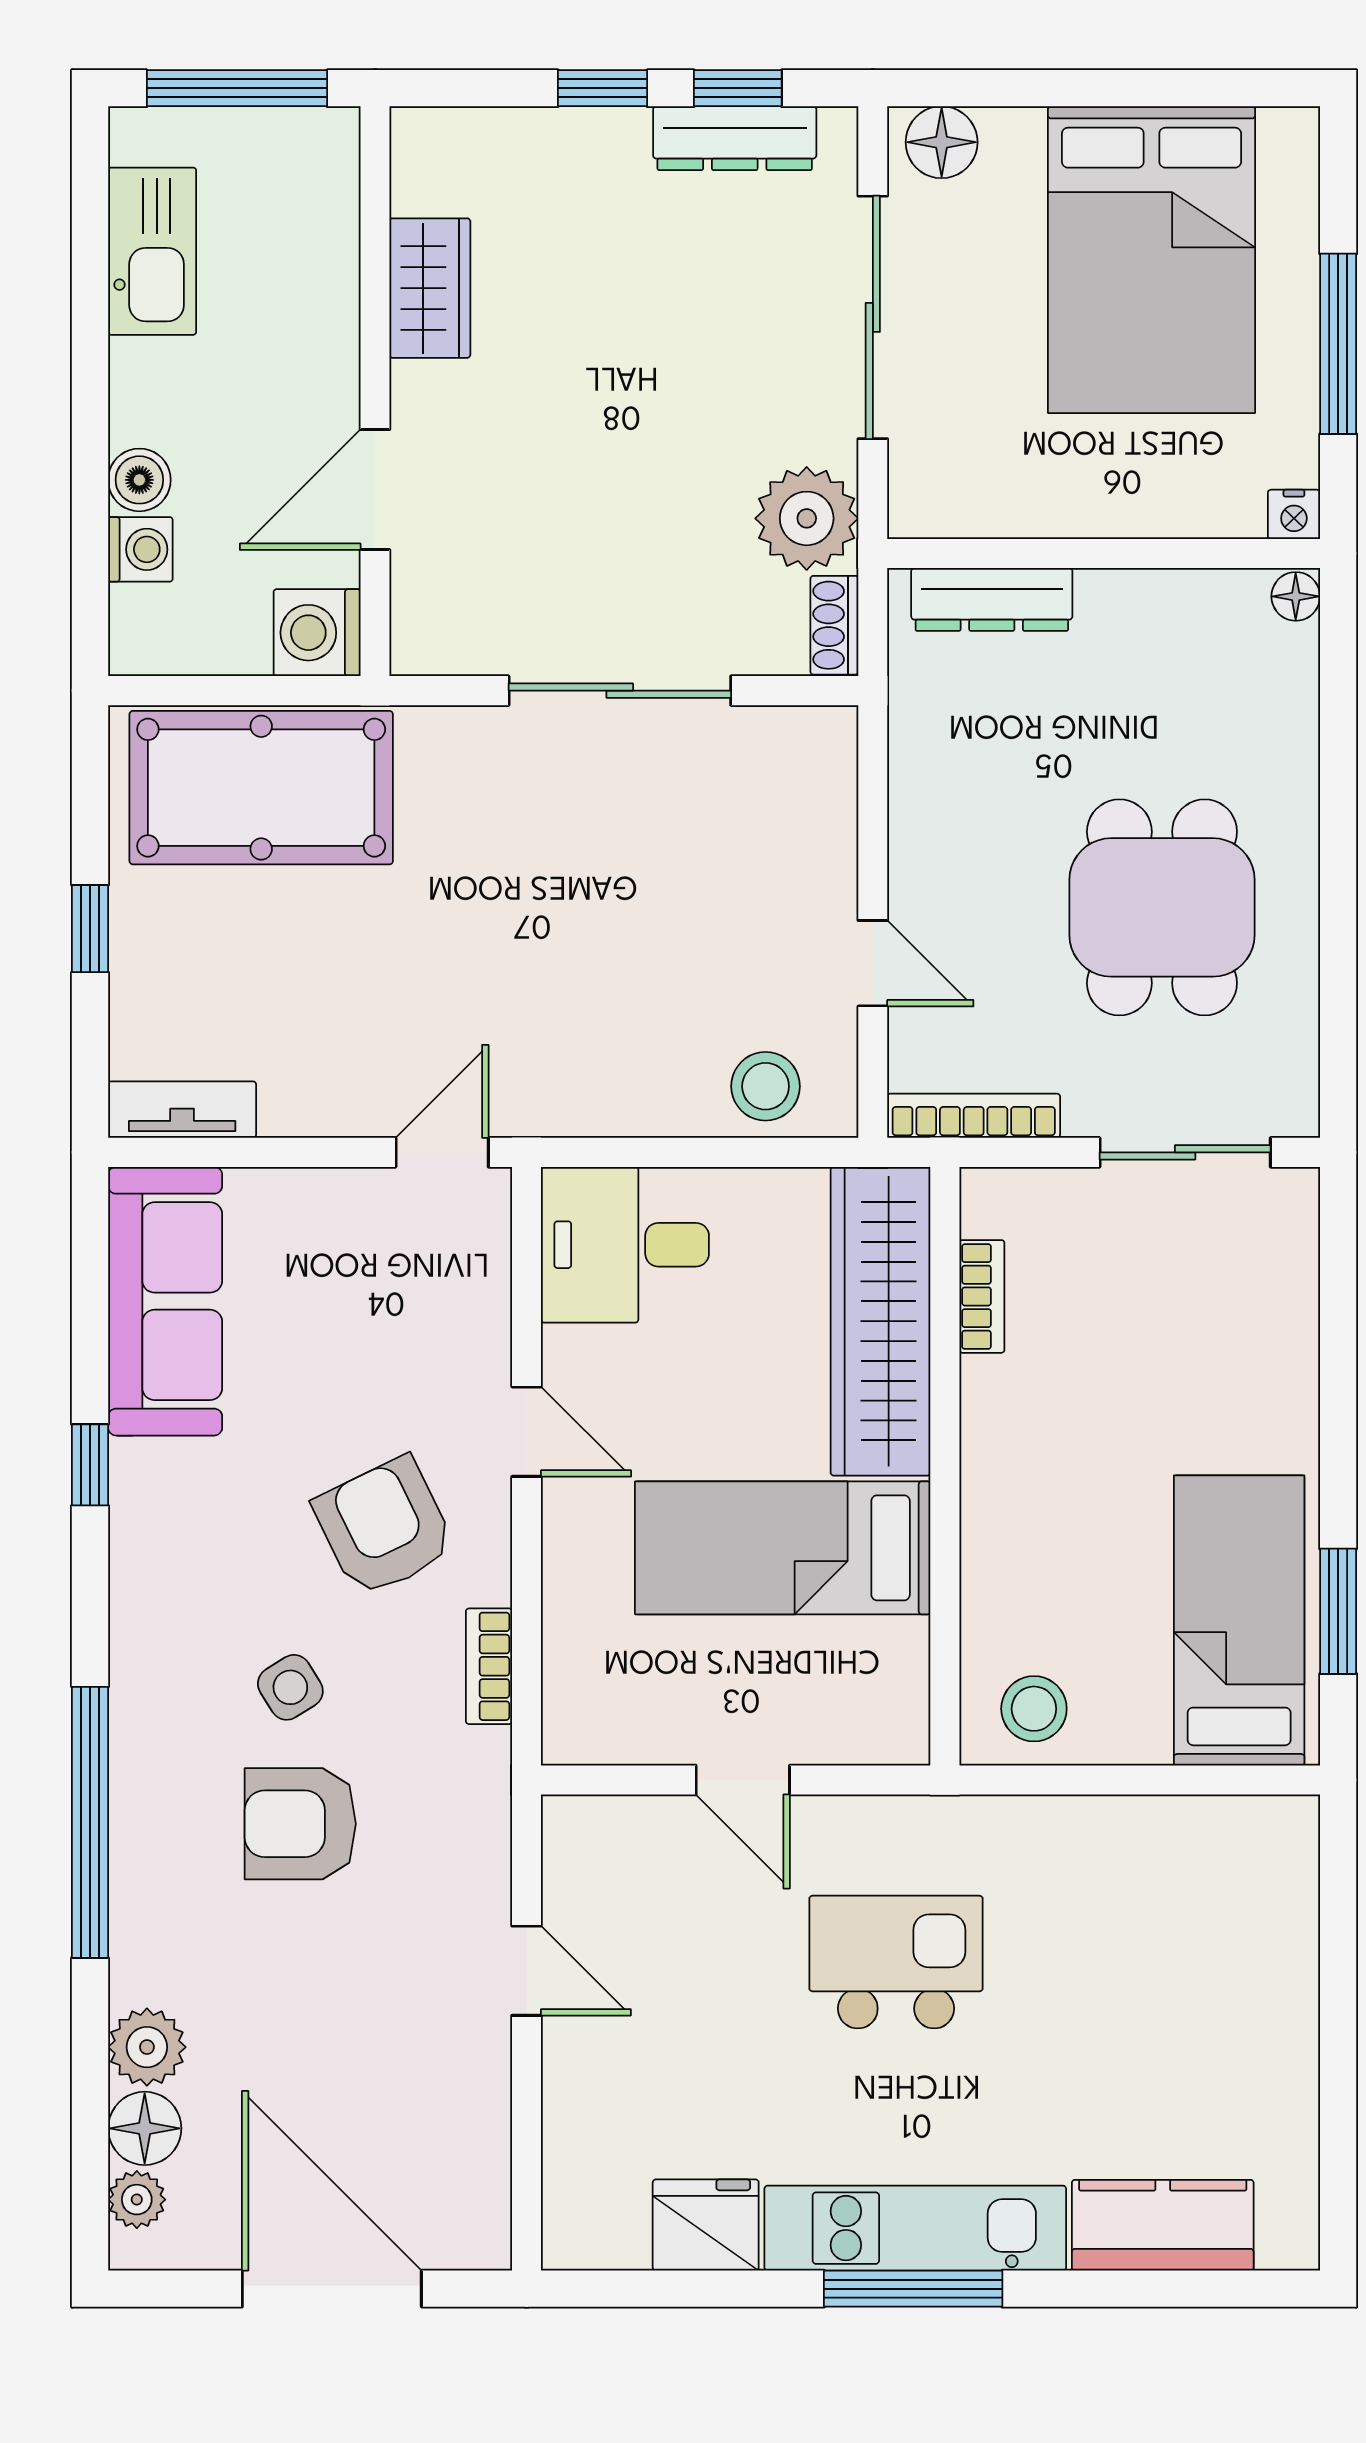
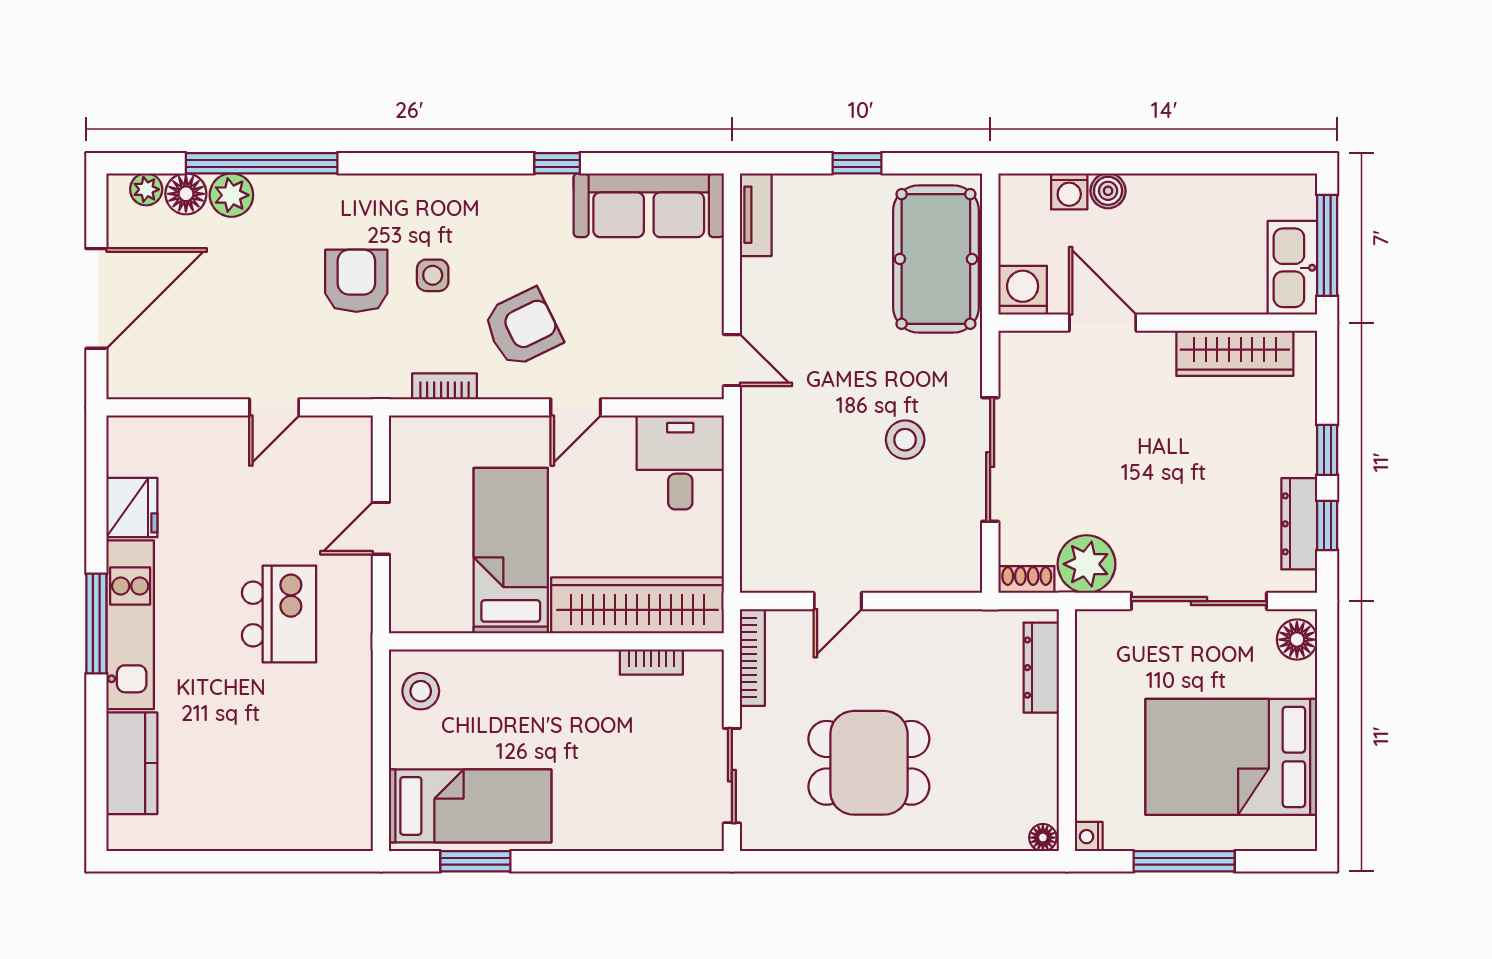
kitchen sink: (152, 251) -> (1292, 268), moved, turned 90
wardrobe: (430, 288) -> (1235, 353), width x1.50
stool: (766, 1086) -> (905, 440), moved
side table: (290, 1687) -> (433, 275), turned 32
window: (90, 1822) -> (262, 163), moved

